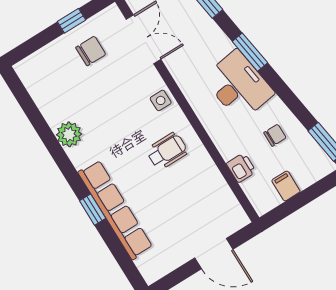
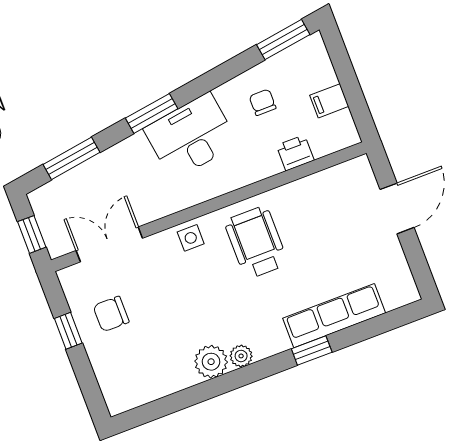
chair: (91, 51) -> (111, 314), turned -90
wheelchair: (167, 151) -> (256, 242), width x1.36, depth x1.37
plant: (78, 156) -> (241, 356), added
row of seats: (115, 210) -> (334, 316), width x0.73

